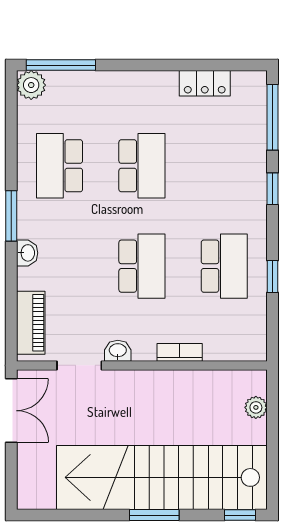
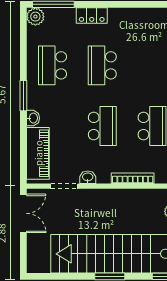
locker: (205, 83) -> (92, 16), moved
school desk: (142, 166) -> (102, 65), turned 180
piano: (31, 323) -> (38, 153), width x1.37, depth x1.33
bookcase: (180, 352) -> (133, 178), width x1.56

